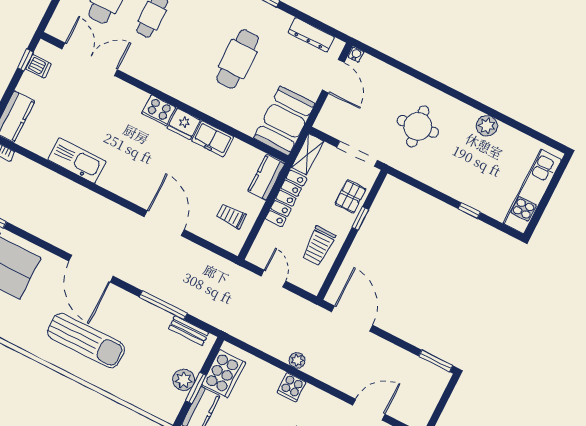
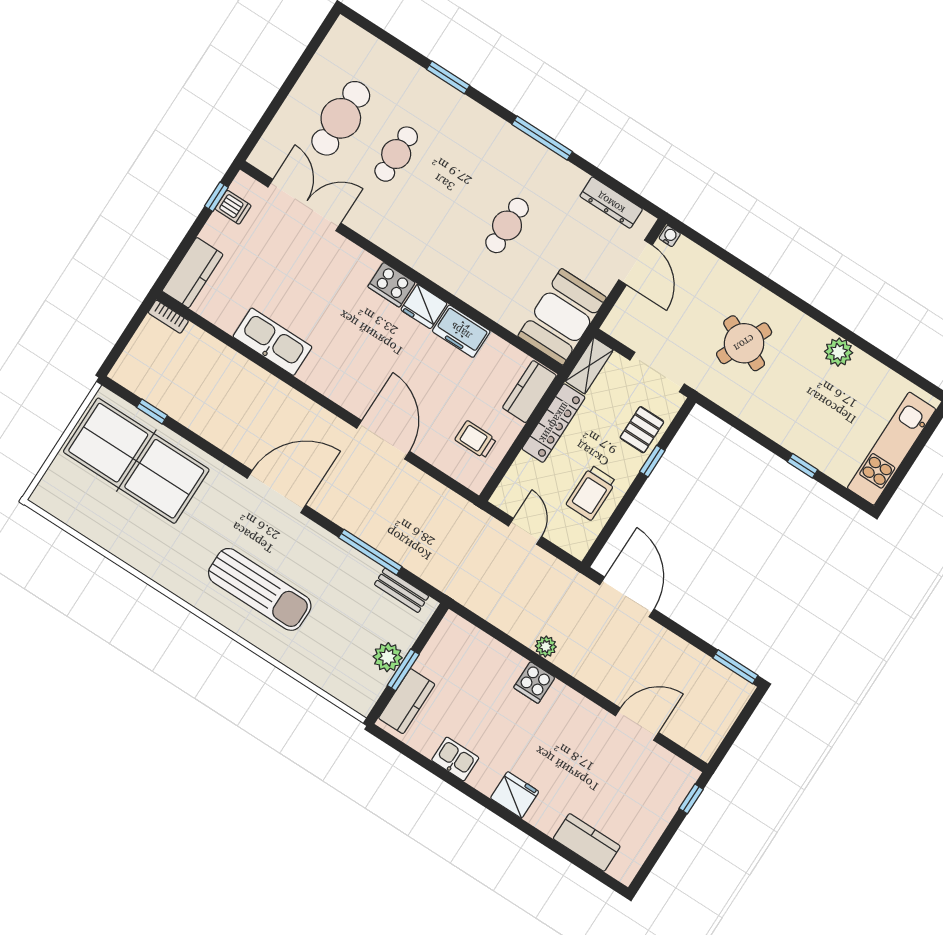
cafe table: (238, 59) -> (507, 225), width x0.73, depth x0.74
round table: (418, 126) -> (744, 343), turned 31
door: (91, 269) -> (276, 492), swing flipped
cooker: (224, 374) -> (443, 654), removed

